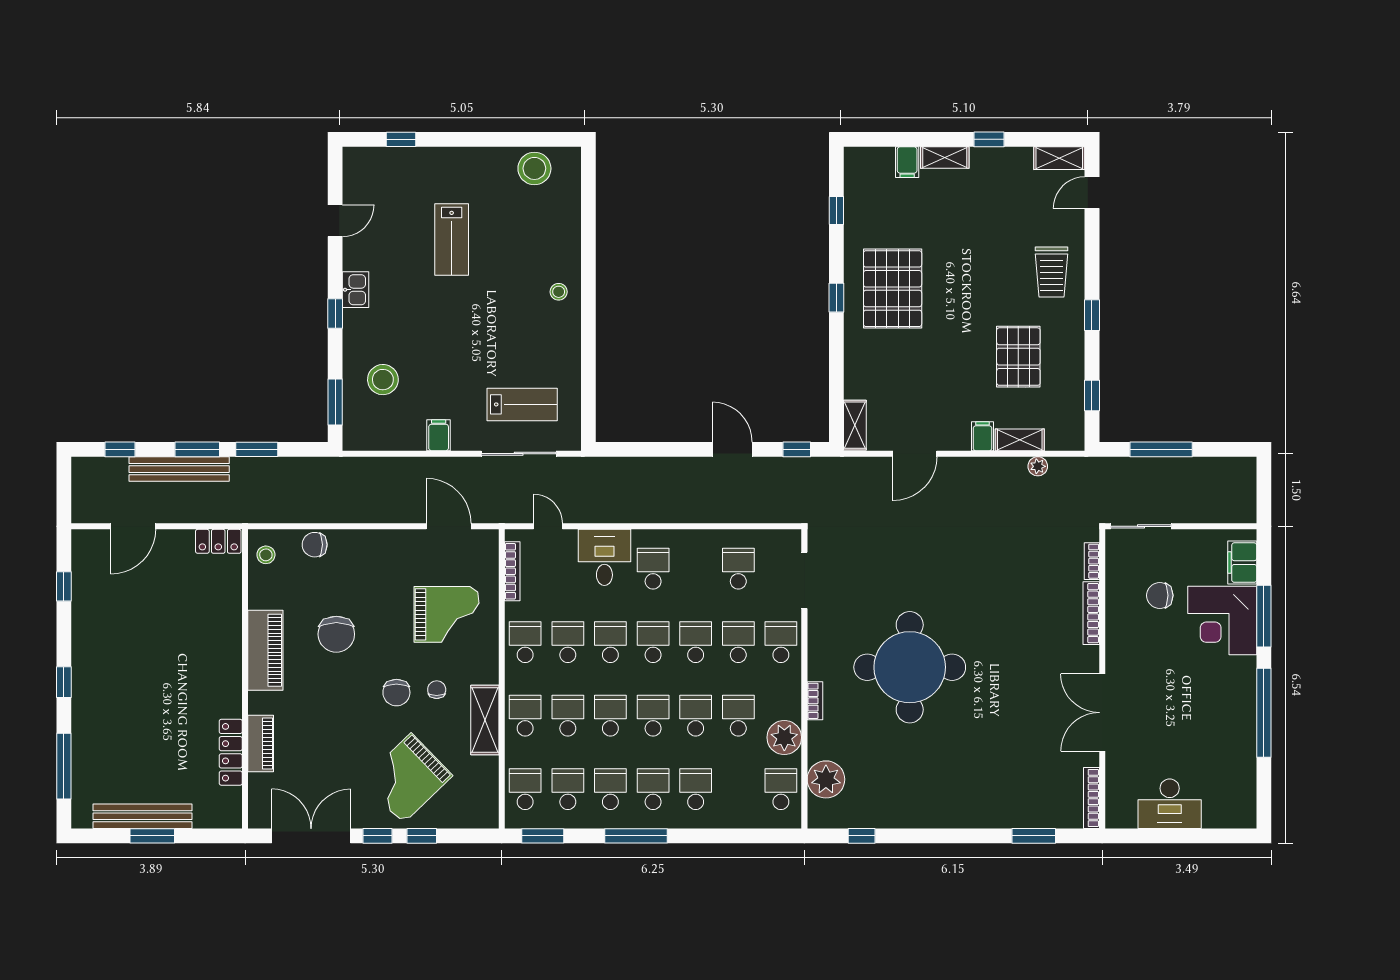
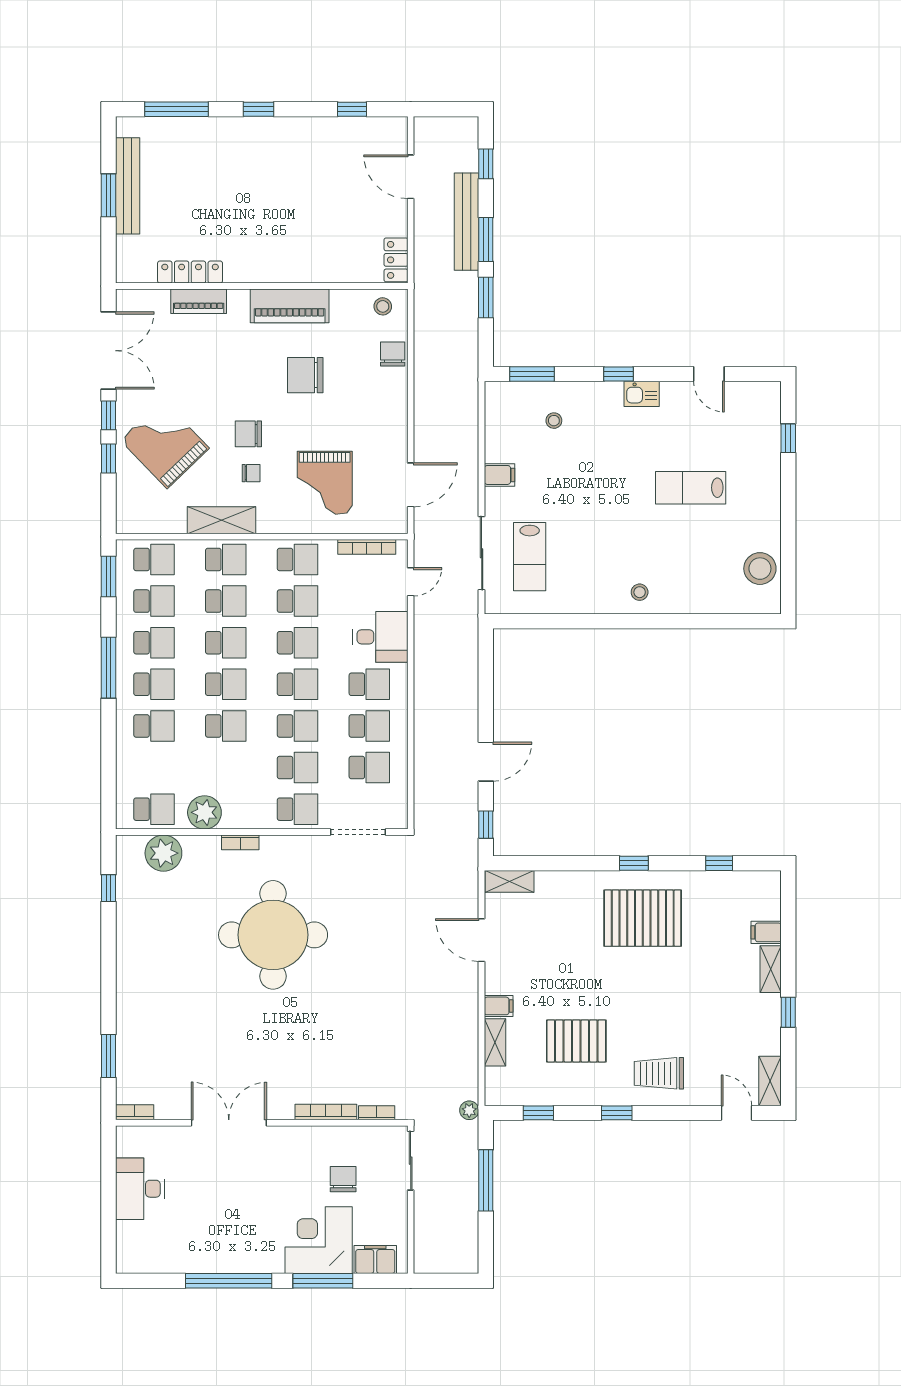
stool: (383, 380) -> (554, 421), width x0.53, depth x0.53
plant: (1038, 466) -> (469, 1110), moved
school desk: (738, 716) -> (369, 726), moved
bookcase: (1091, 798) -> (135, 1112), width x0.64

